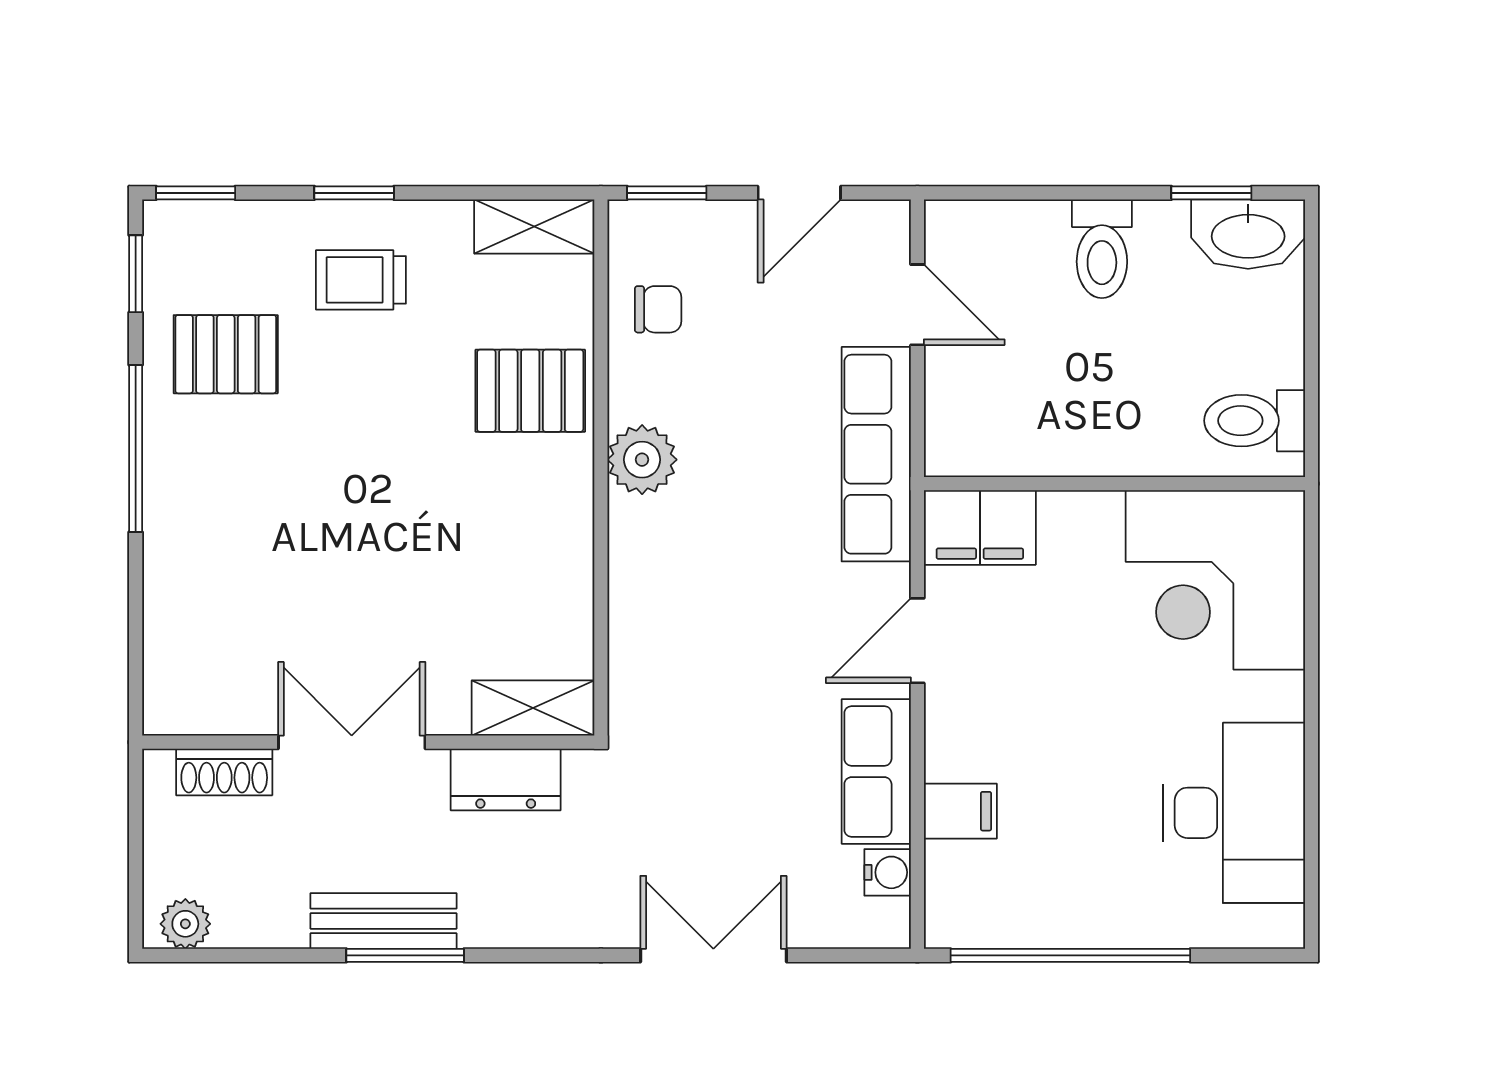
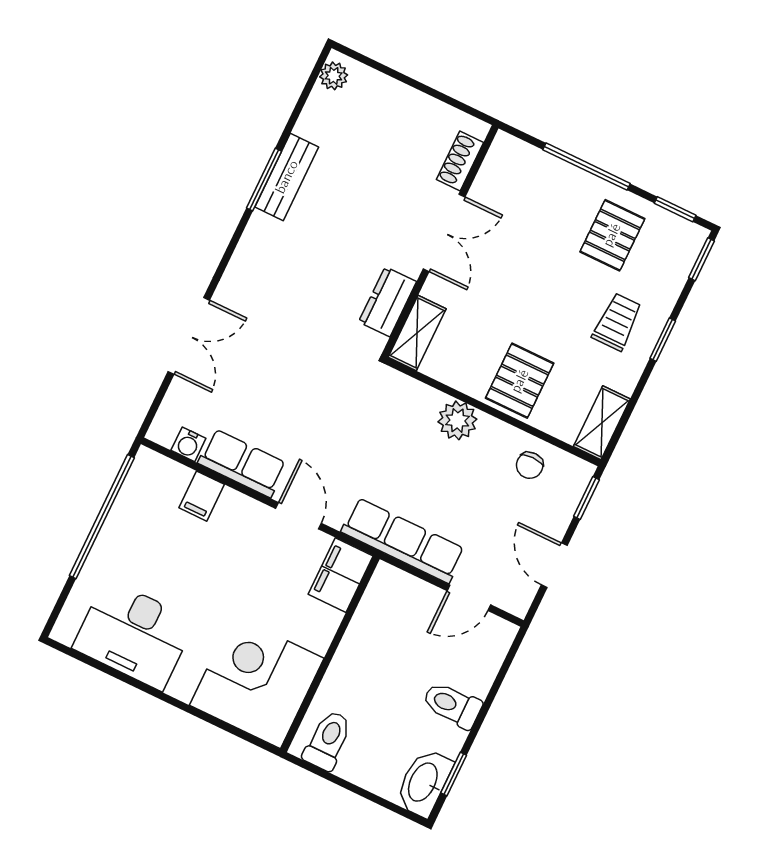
shelving: (533, 708) -> (417, 333), moved
double door: (352, 742) -> (444, 233), moved
wall: (368, 742) -> (440, 241), moved
shoe rack: (224, 772) -> (460, 161), moved
dresser: (506, 779) -> (388, 302), moved

